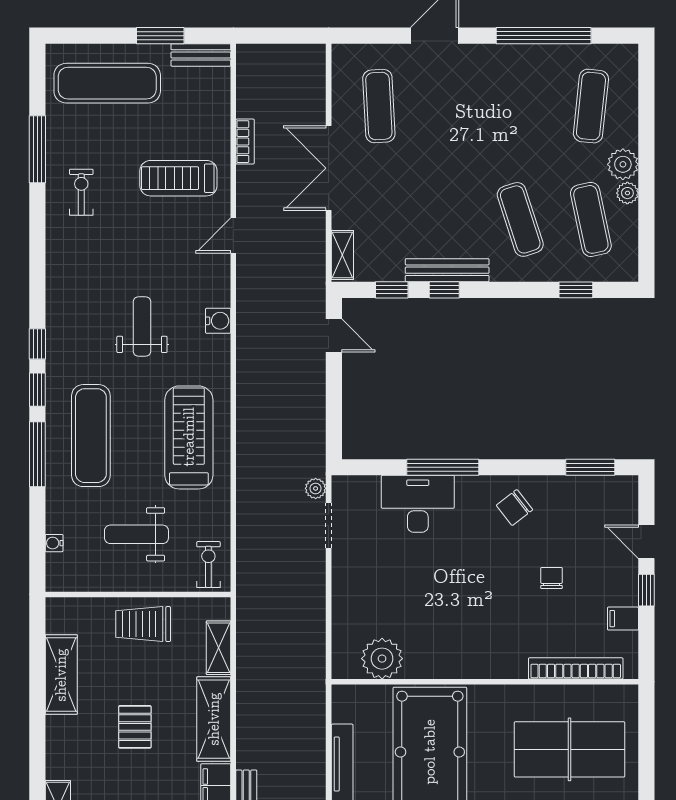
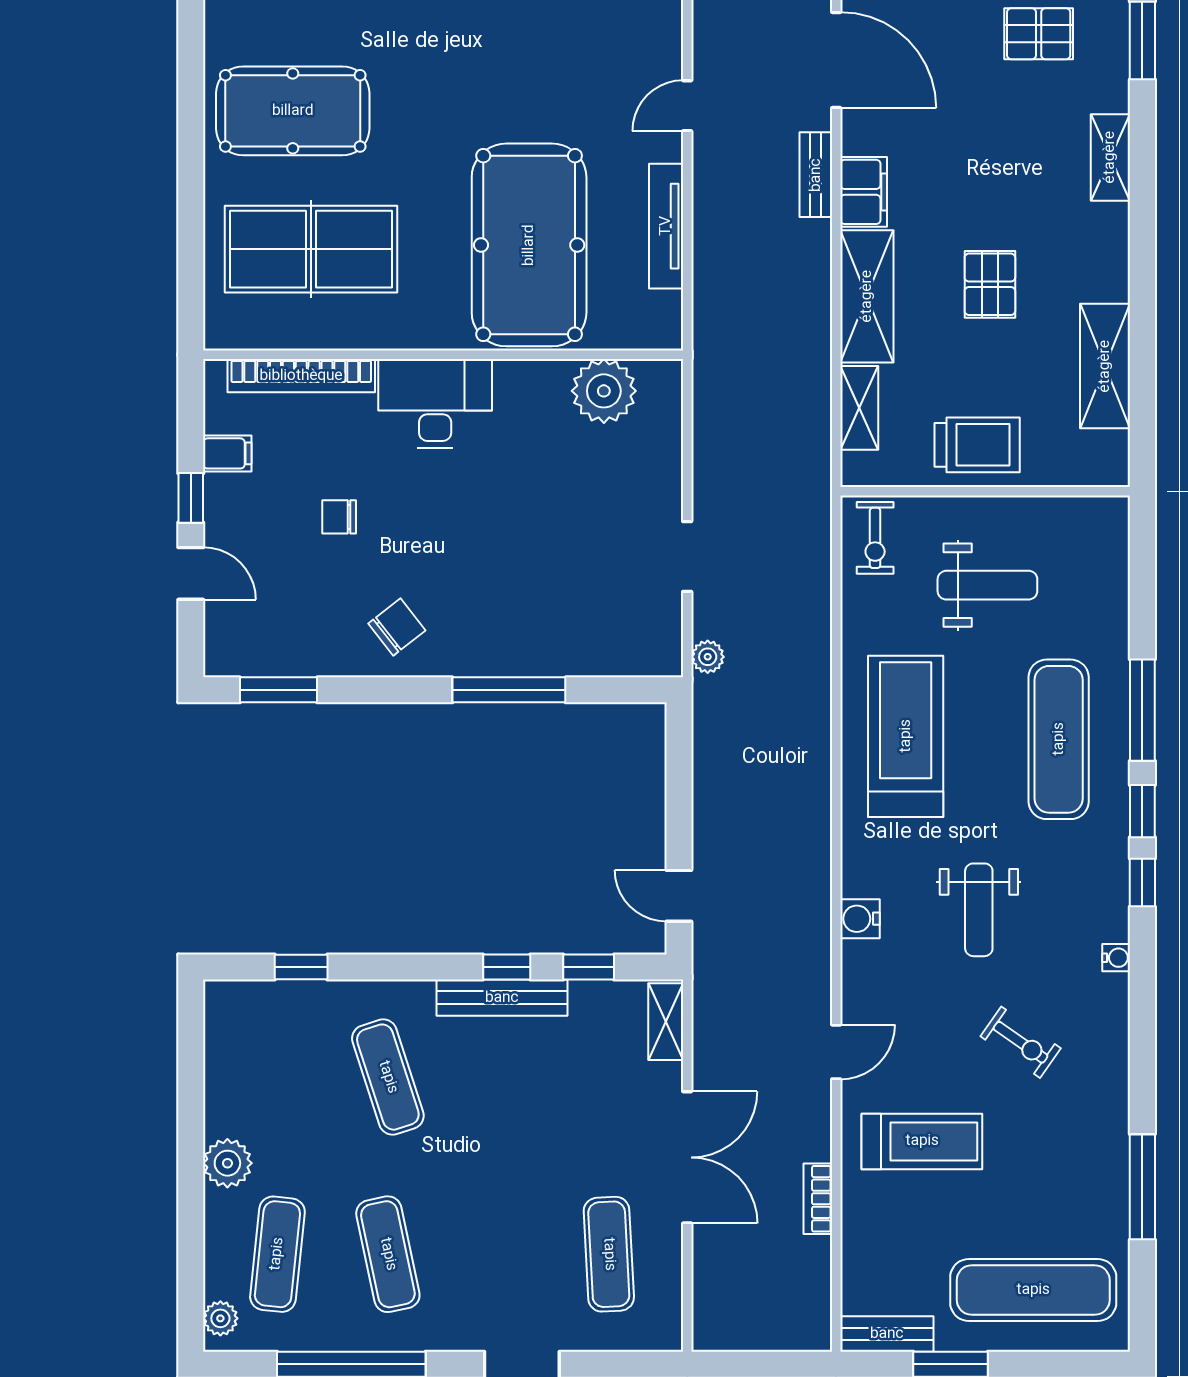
exercise bike: (81, 192) -> (1021, 1042), moved, turned -55
plant: (627, 193) -> (220, 1318), moved
exercise mat: (591, 219) -> (388, 1254), moved
treadmill: (189, 437) -> (906, 736), turned 180
desk: (418, 504) -> (435, 403), moved, turned 180
doorway: (329, 525) -> (687, 557), moved
water cooler: (54, 543) -> (1116, 958), moved
chair: (551, 578) -> (339, 517), turned 90

